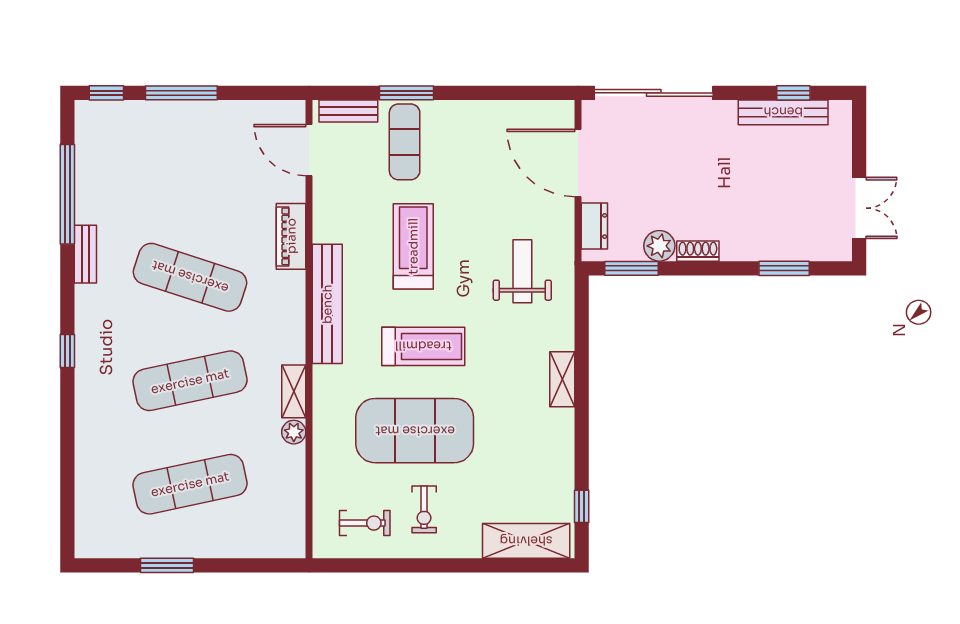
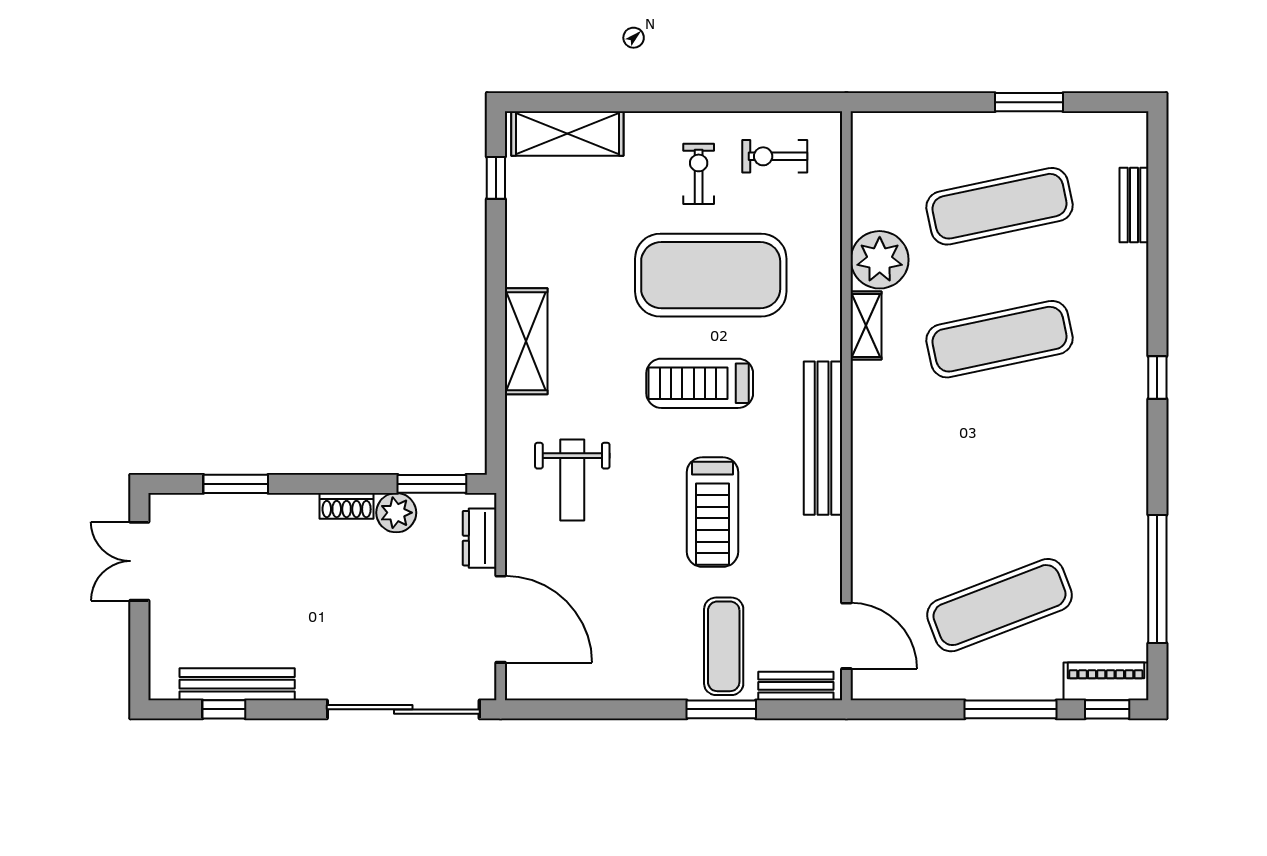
piano: (291, 236) -> (1106, 681), moved, turned -90
bench: (85, 254) -> (1134, 205), moved
exercise mat: (190, 277) -> (999, 605), moved, turned -39
shelving: (562, 379) -> (526, 341), width x1.50, depth x1.33
plant: (294, 432) -> (880, 260), width x1.87, depth x1.87

